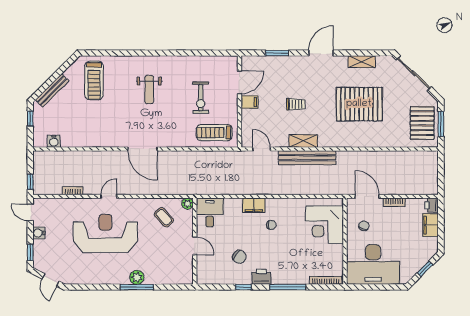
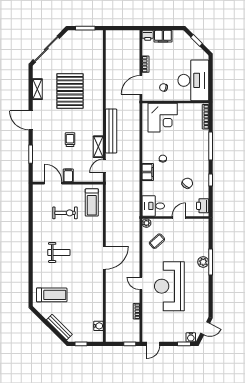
pallet: (422, 123) -> (84, 43), removed
shelving: (303, 141) -> (98, 147), moved
water cooler: (39, 233) -> (191, 337), moved
printer: (261, 277) -> (203, 206), moved

